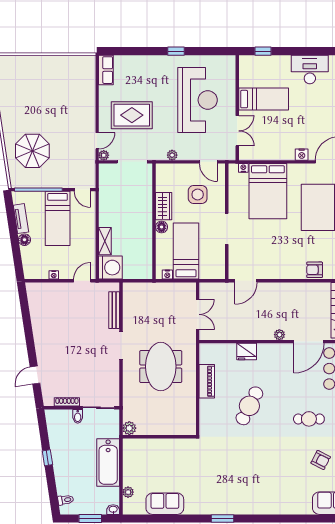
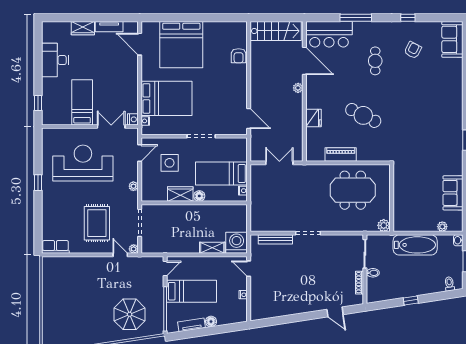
nightstand: (302, 155) -> (133, 119), moved
meeting table: (161, 367) -> (353, 190), moved

